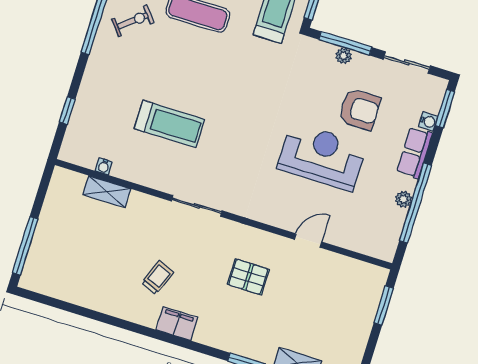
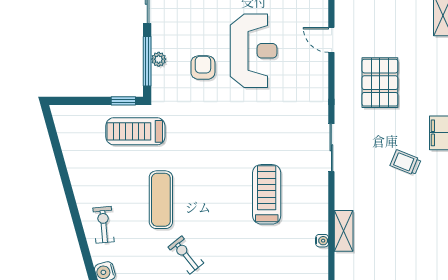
armchair: (359, 109) -> (203, 68), moved, width x0.72, depth x0.72
reception desk: (322, 157) -> (254, 51), turned 180
pallet: (248, 277) -> (380, 83), width x1.50, depth x1.42

